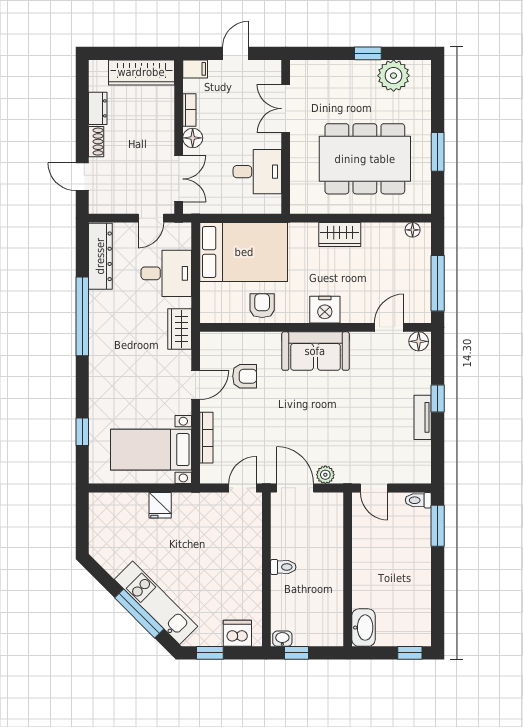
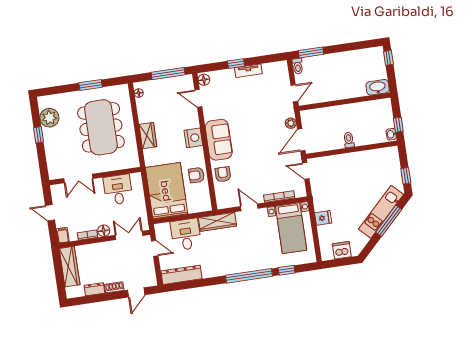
window: (82, 316) -> (249, 276), moved
wardrobe: (180, 329) -> (217, 222), width x1.50
armchair: (245, 376) -> (223, 174), moved
dishwasher: (237, 633) -> (342, 250), moved, turned 90

